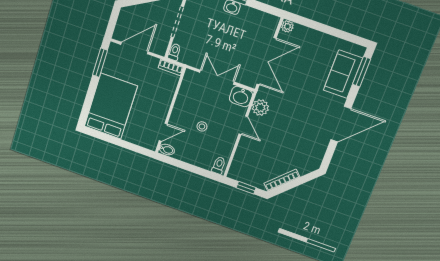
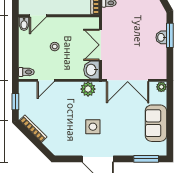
sofa: (343, 74) -> (156, 123), moved, turned -90
double door: (217, 77) -> (101, 45), swing flipped
side table: (303, 117) -> (93, 127), added
door: (243, 125) -> (46, 80), moved
door: (163, 132) -> (38, 16), hinge flipped

